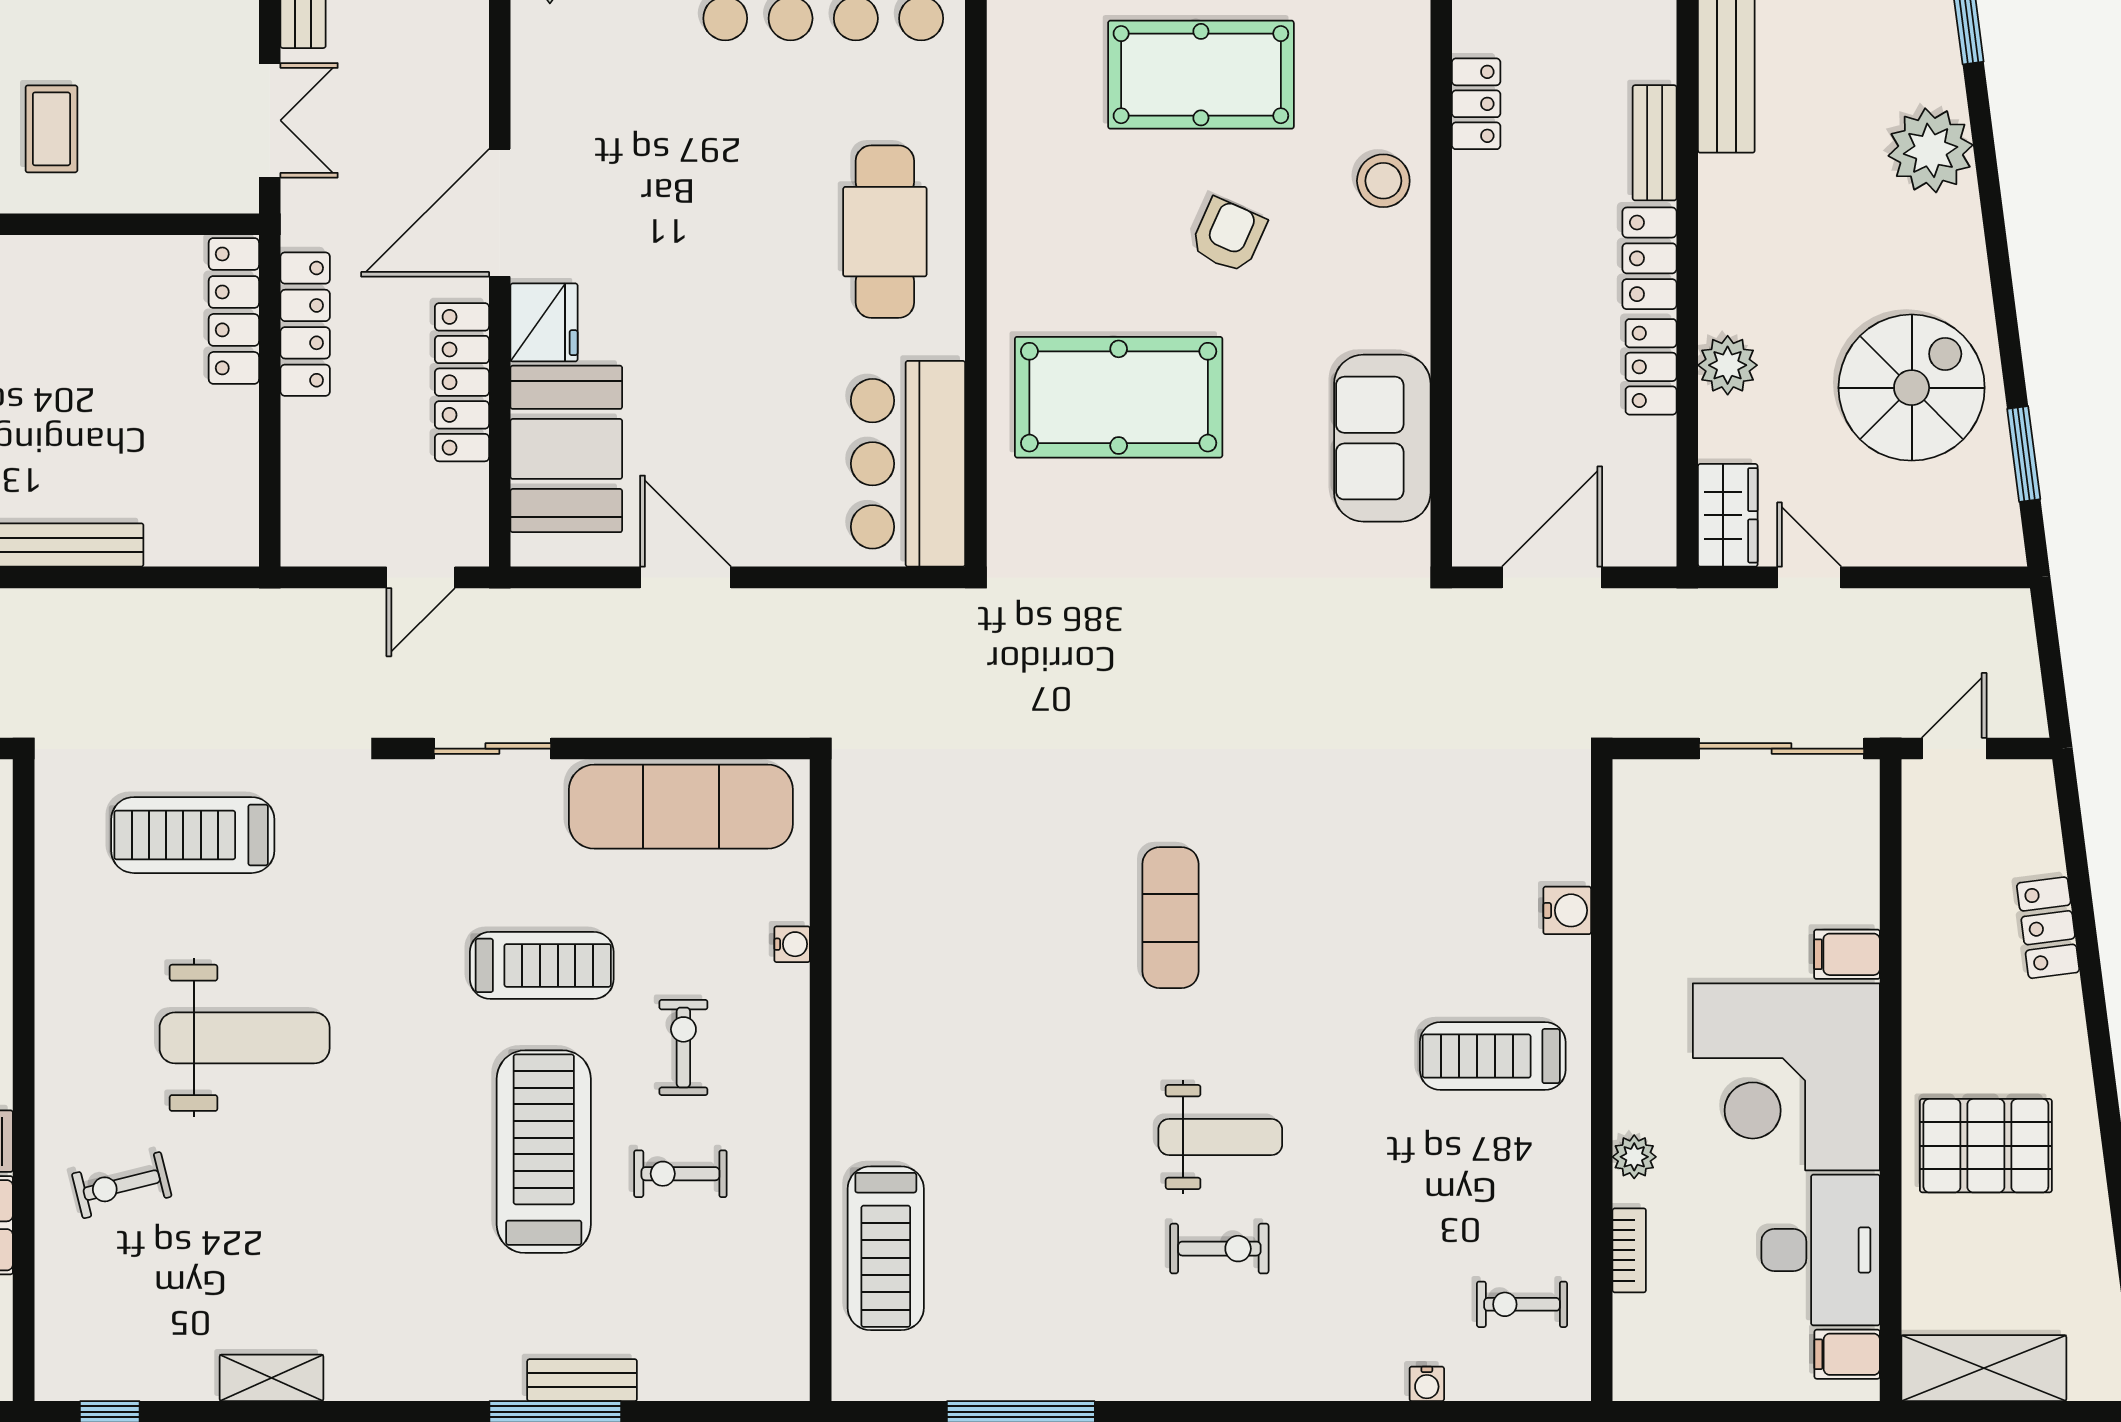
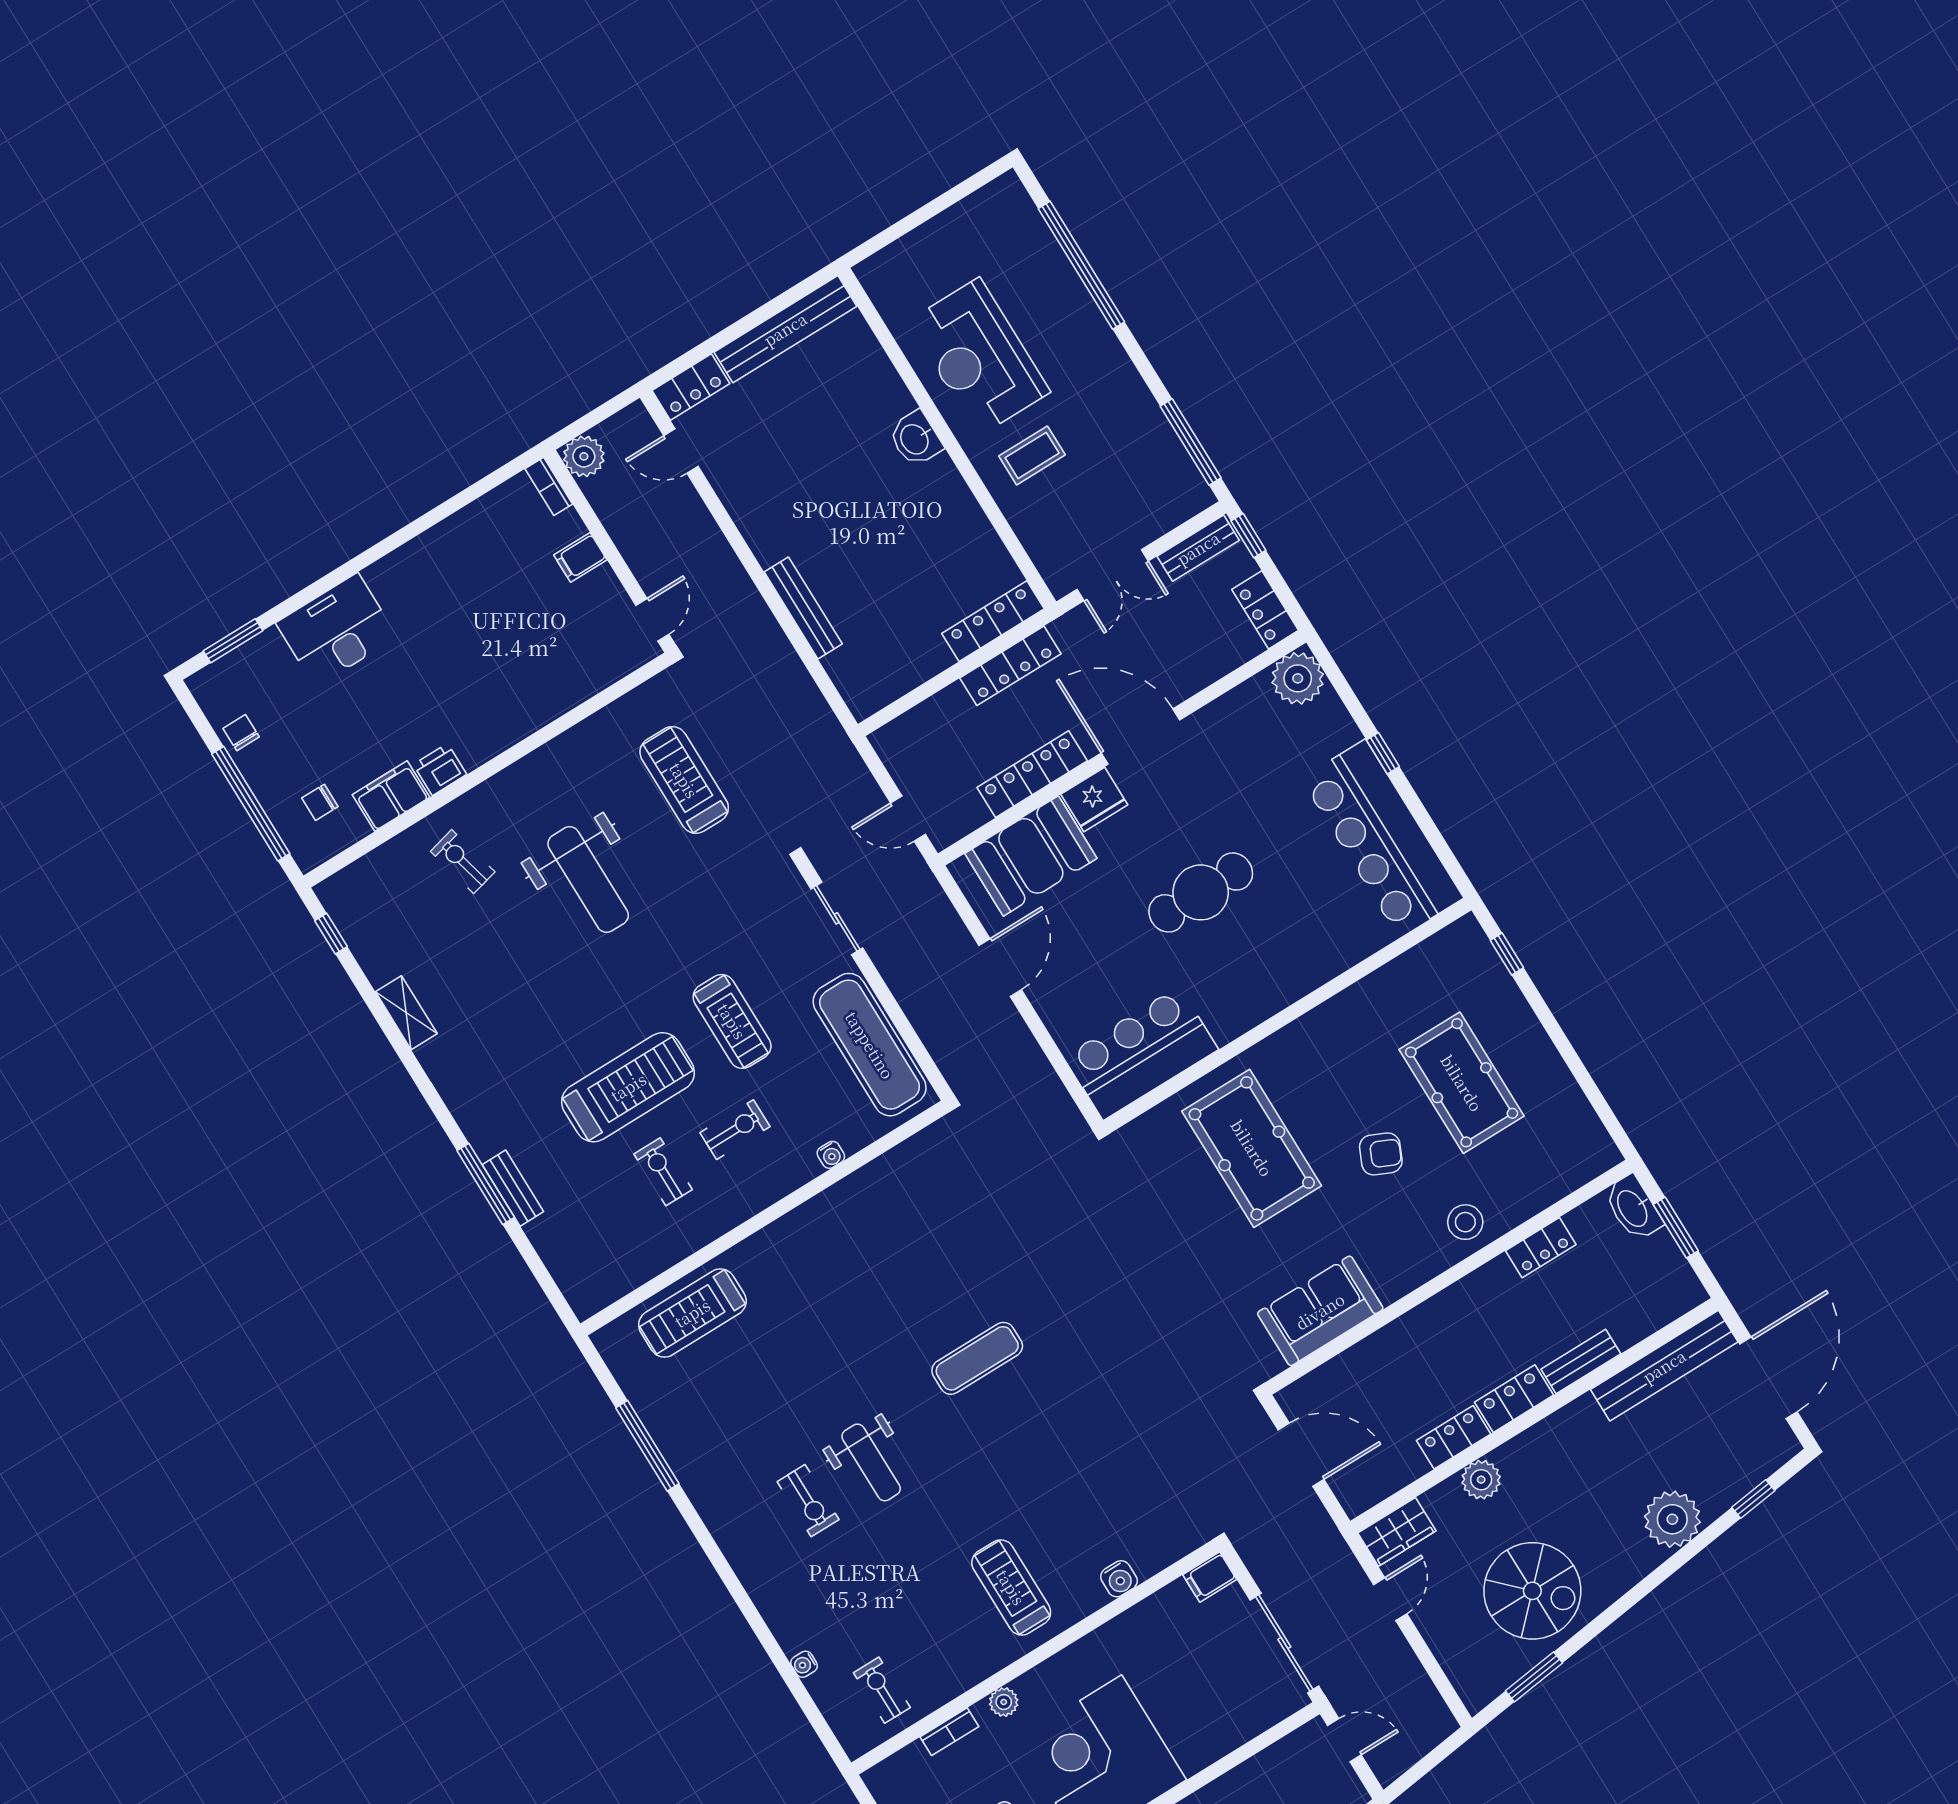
cafe table: (885, 232) -> (1201, 892), moved
filing cabinet: (1847, 954) -> (1210, 1577), moved, turned -90

